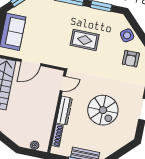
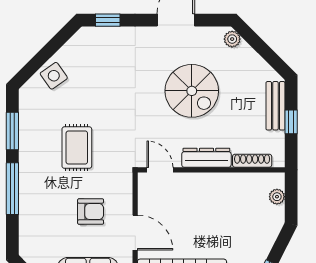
armchair: (131, 59) -> (91, 211), moved
spiral stairs: (103, 110) -> (192, 91), turned 90
plant: (127, 138) -> (232, 39), added

